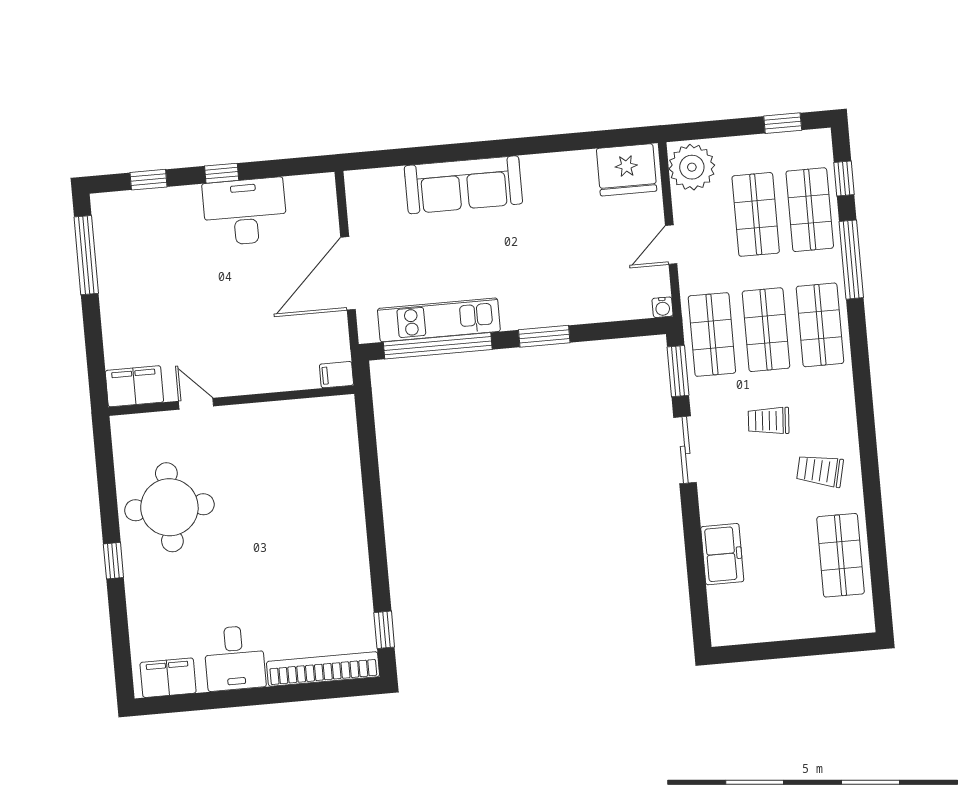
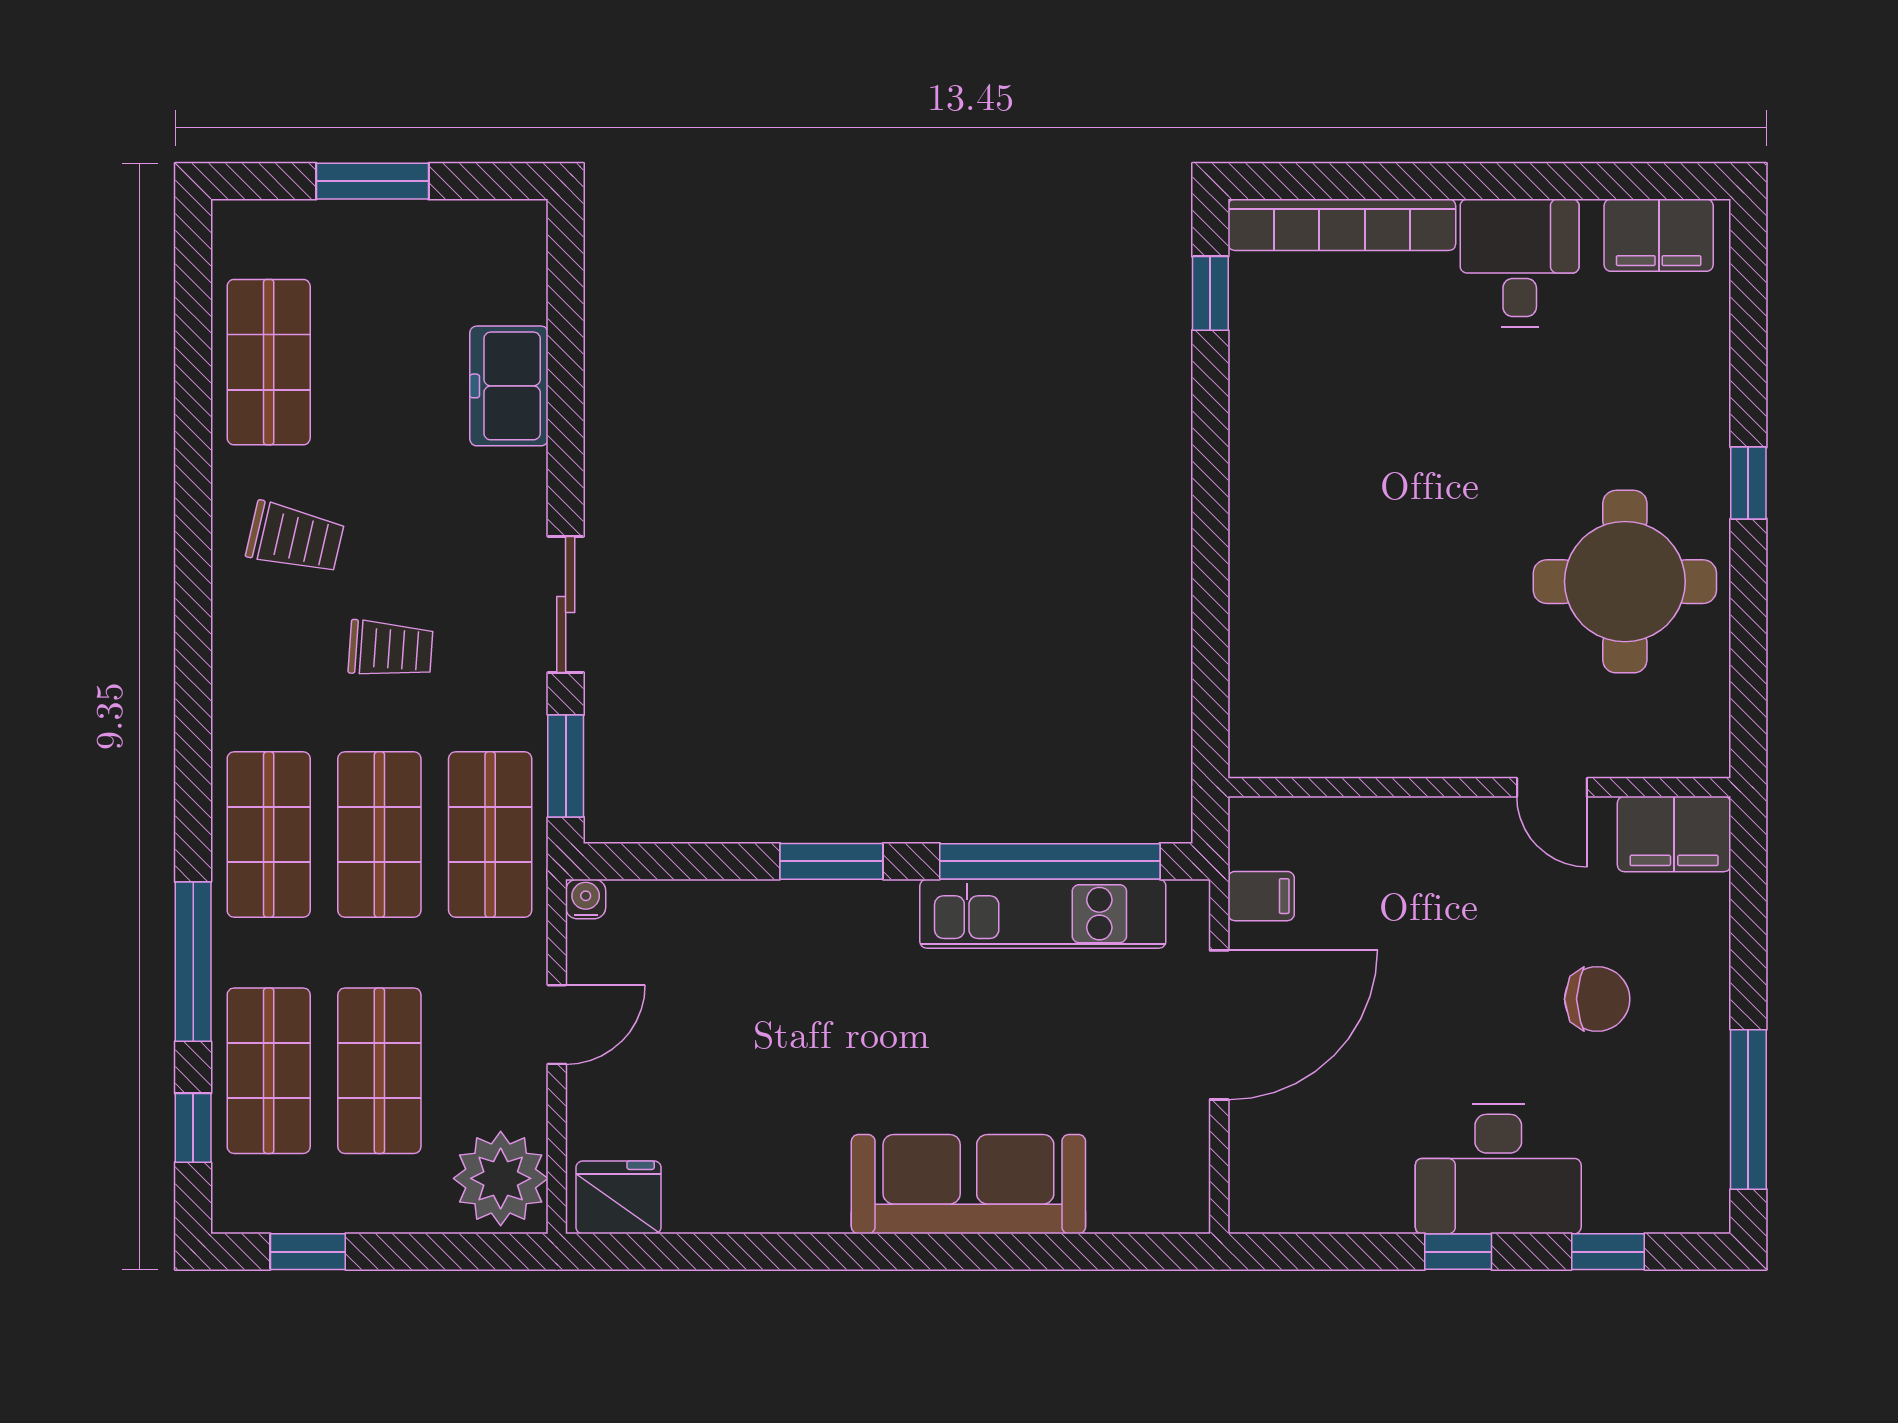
fridge: (627, 170) -> (619, 1197), width x0.73, depth x0.75
desk: (245, 212) -> (1498, 1169), moved
chair: (165, 302) -> (1597, 999), added
filing cabinet: (336, 375) -> (1261, 896), moved
window: (798, 648) -> (372, 181), added

